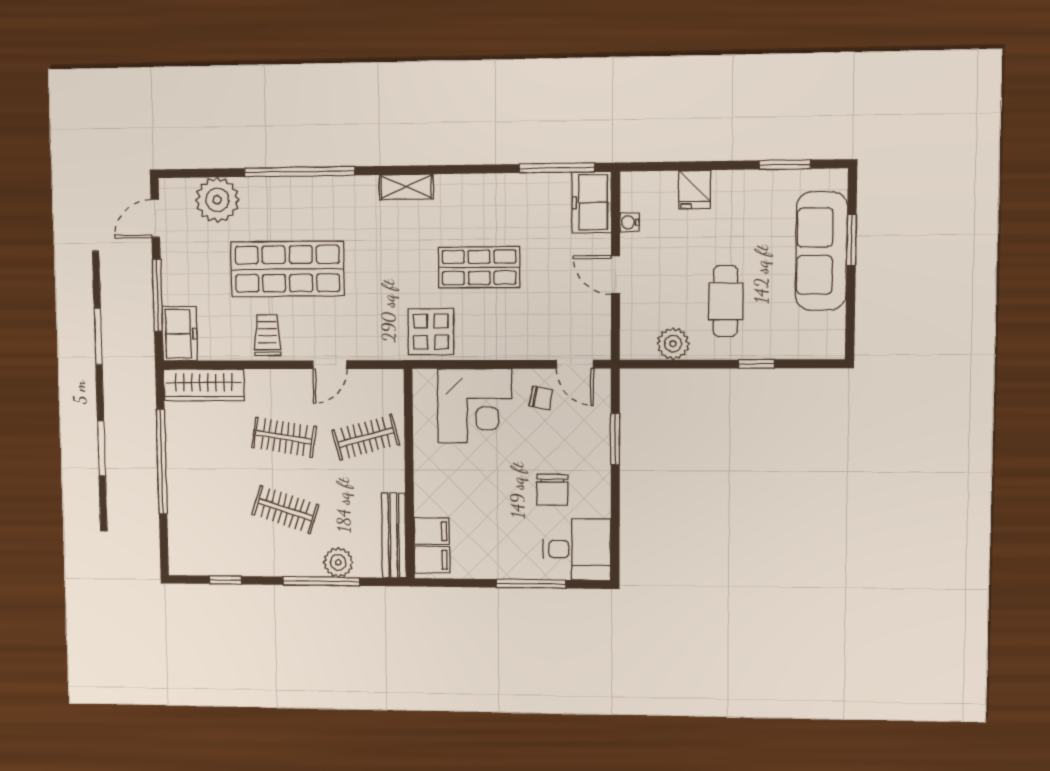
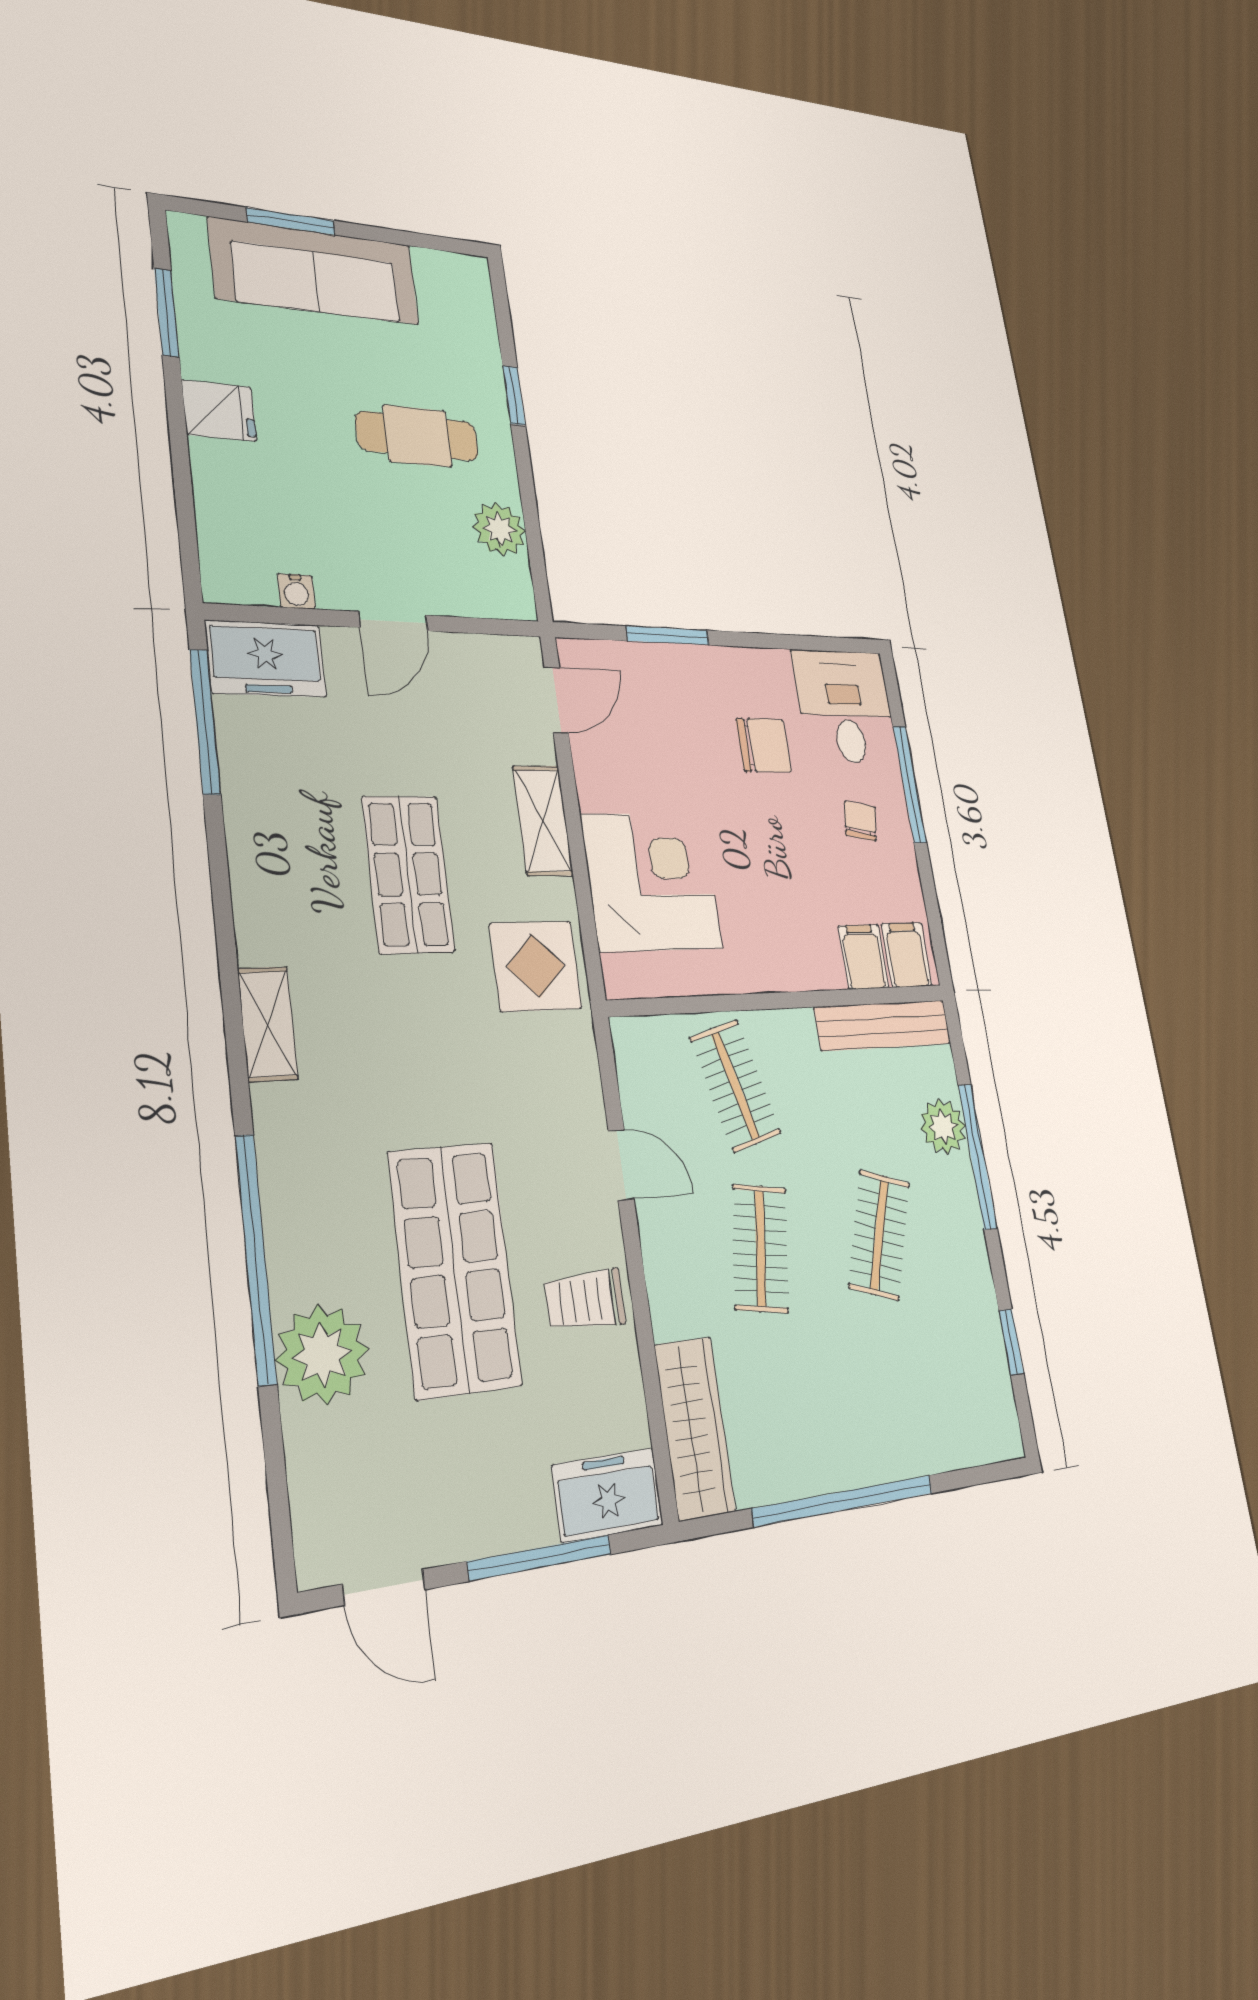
fridge: (694, 189) -> (219, 411), moved
plant: (217, 200) -> (322, 1355), moved
shelving: (508, 347) -> (543, 821), added
chair: (541, 398) -> (860, 821), moved

